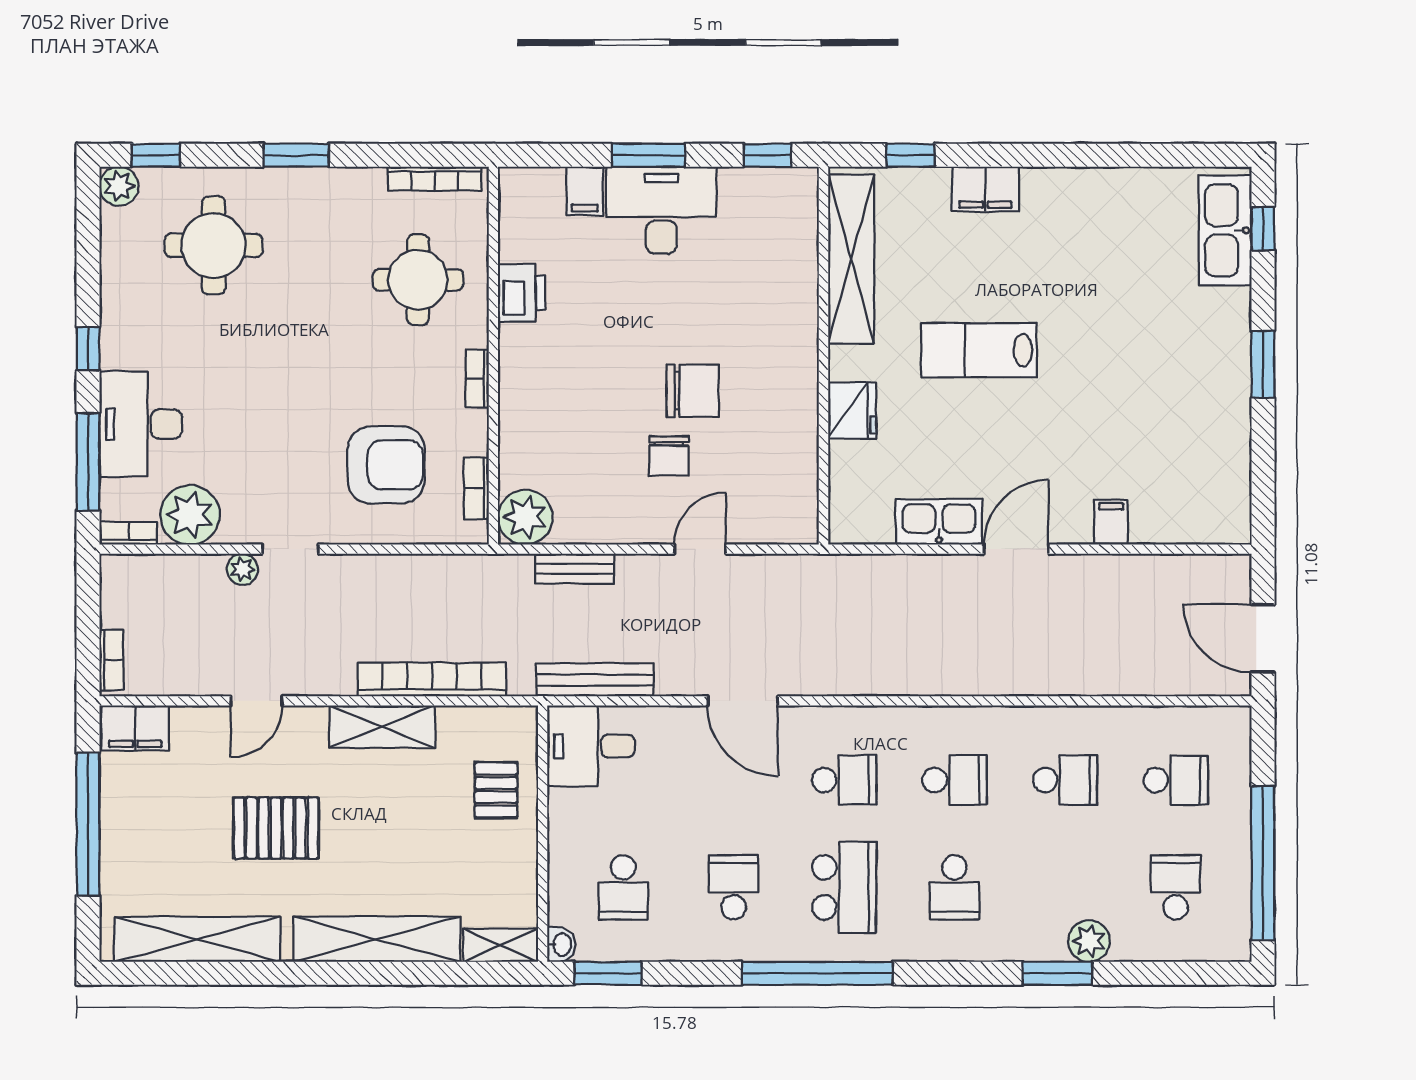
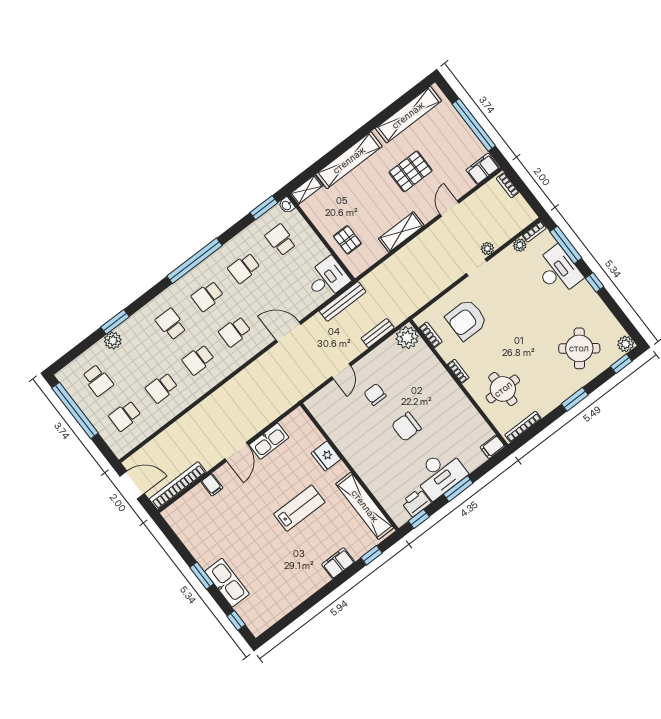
filing cabinet: (585, 191) -> (492, 447), moved, turned -90
kitchen sink: (1225, 230) -> (227, 583), moved
round table: (213, 245) -> (579, 348), turned 37
printer: (522, 293) -> (416, 503), moved, turned 90
chair: (693, 391) -> (406, 427), moved
plant: (190, 515) -> (520, 245), width x0.53, depth x0.53
bookcase: (432, 679) -> (178, 486), moved, turned 180
school desk: (734, 887) -> (244, 268), turned 90
school desk: (844, 887) -> (207, 296), width x0.54

